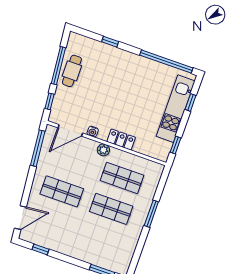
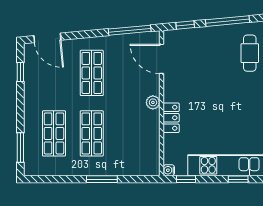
cafe table: (72, 71) -> (250, 53), moved, turned 90
water cooler: (93, 132) -> (169, 170), moved
shop shelf: (122, 178) -> (54, 133), moved

